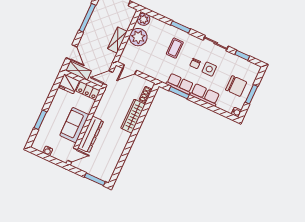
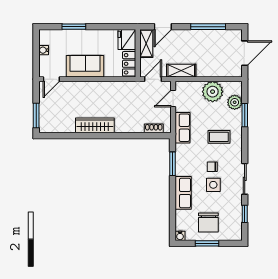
plant: (144, 19) -> (235, 102), moved
window: (181, 27) -> (245, 115), moved
shelving: (117, 40) -> (181, 71), moved
door: (130, 69) -> (173, 98), hinge flipped
door: (108, 78) -> (153, 79), hinge flipped
row of seats: (180, 84) -> (183, 128), moved
wardrobe: (133, 116) -> (95, 125), moved
dresser: (91, 134) -> (83, 89), removed
door: (72, 155) -> (51, 79), hinge flipped

